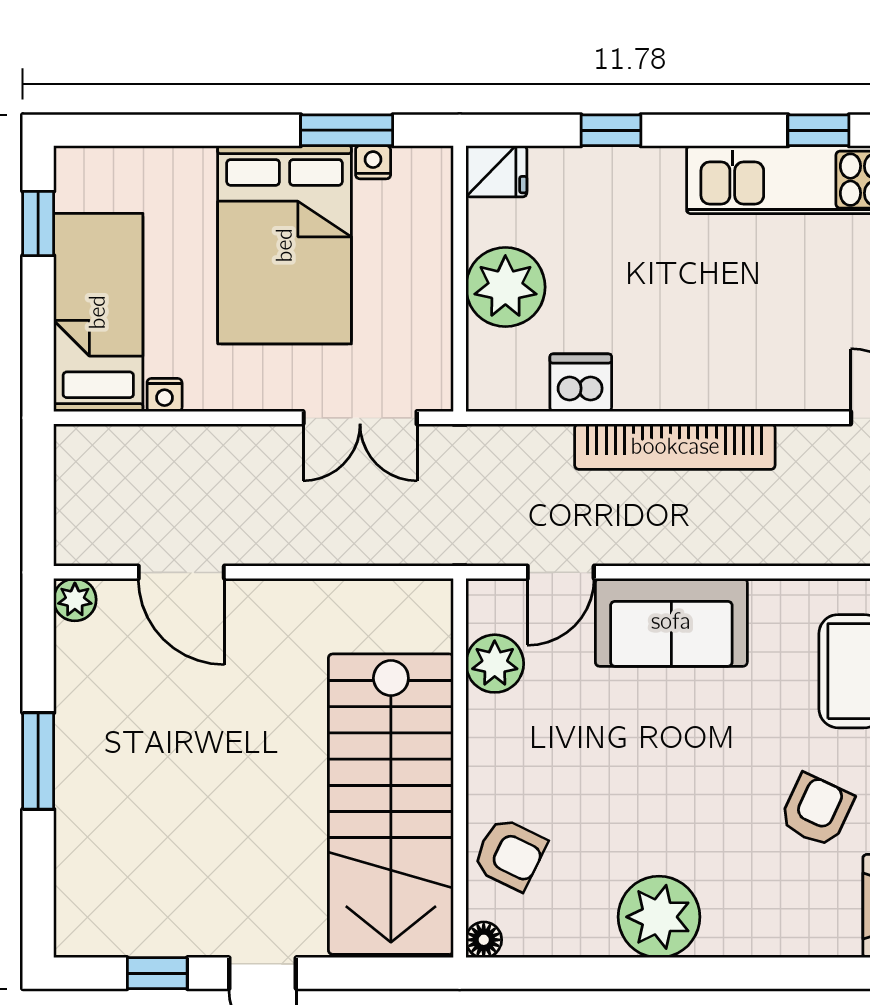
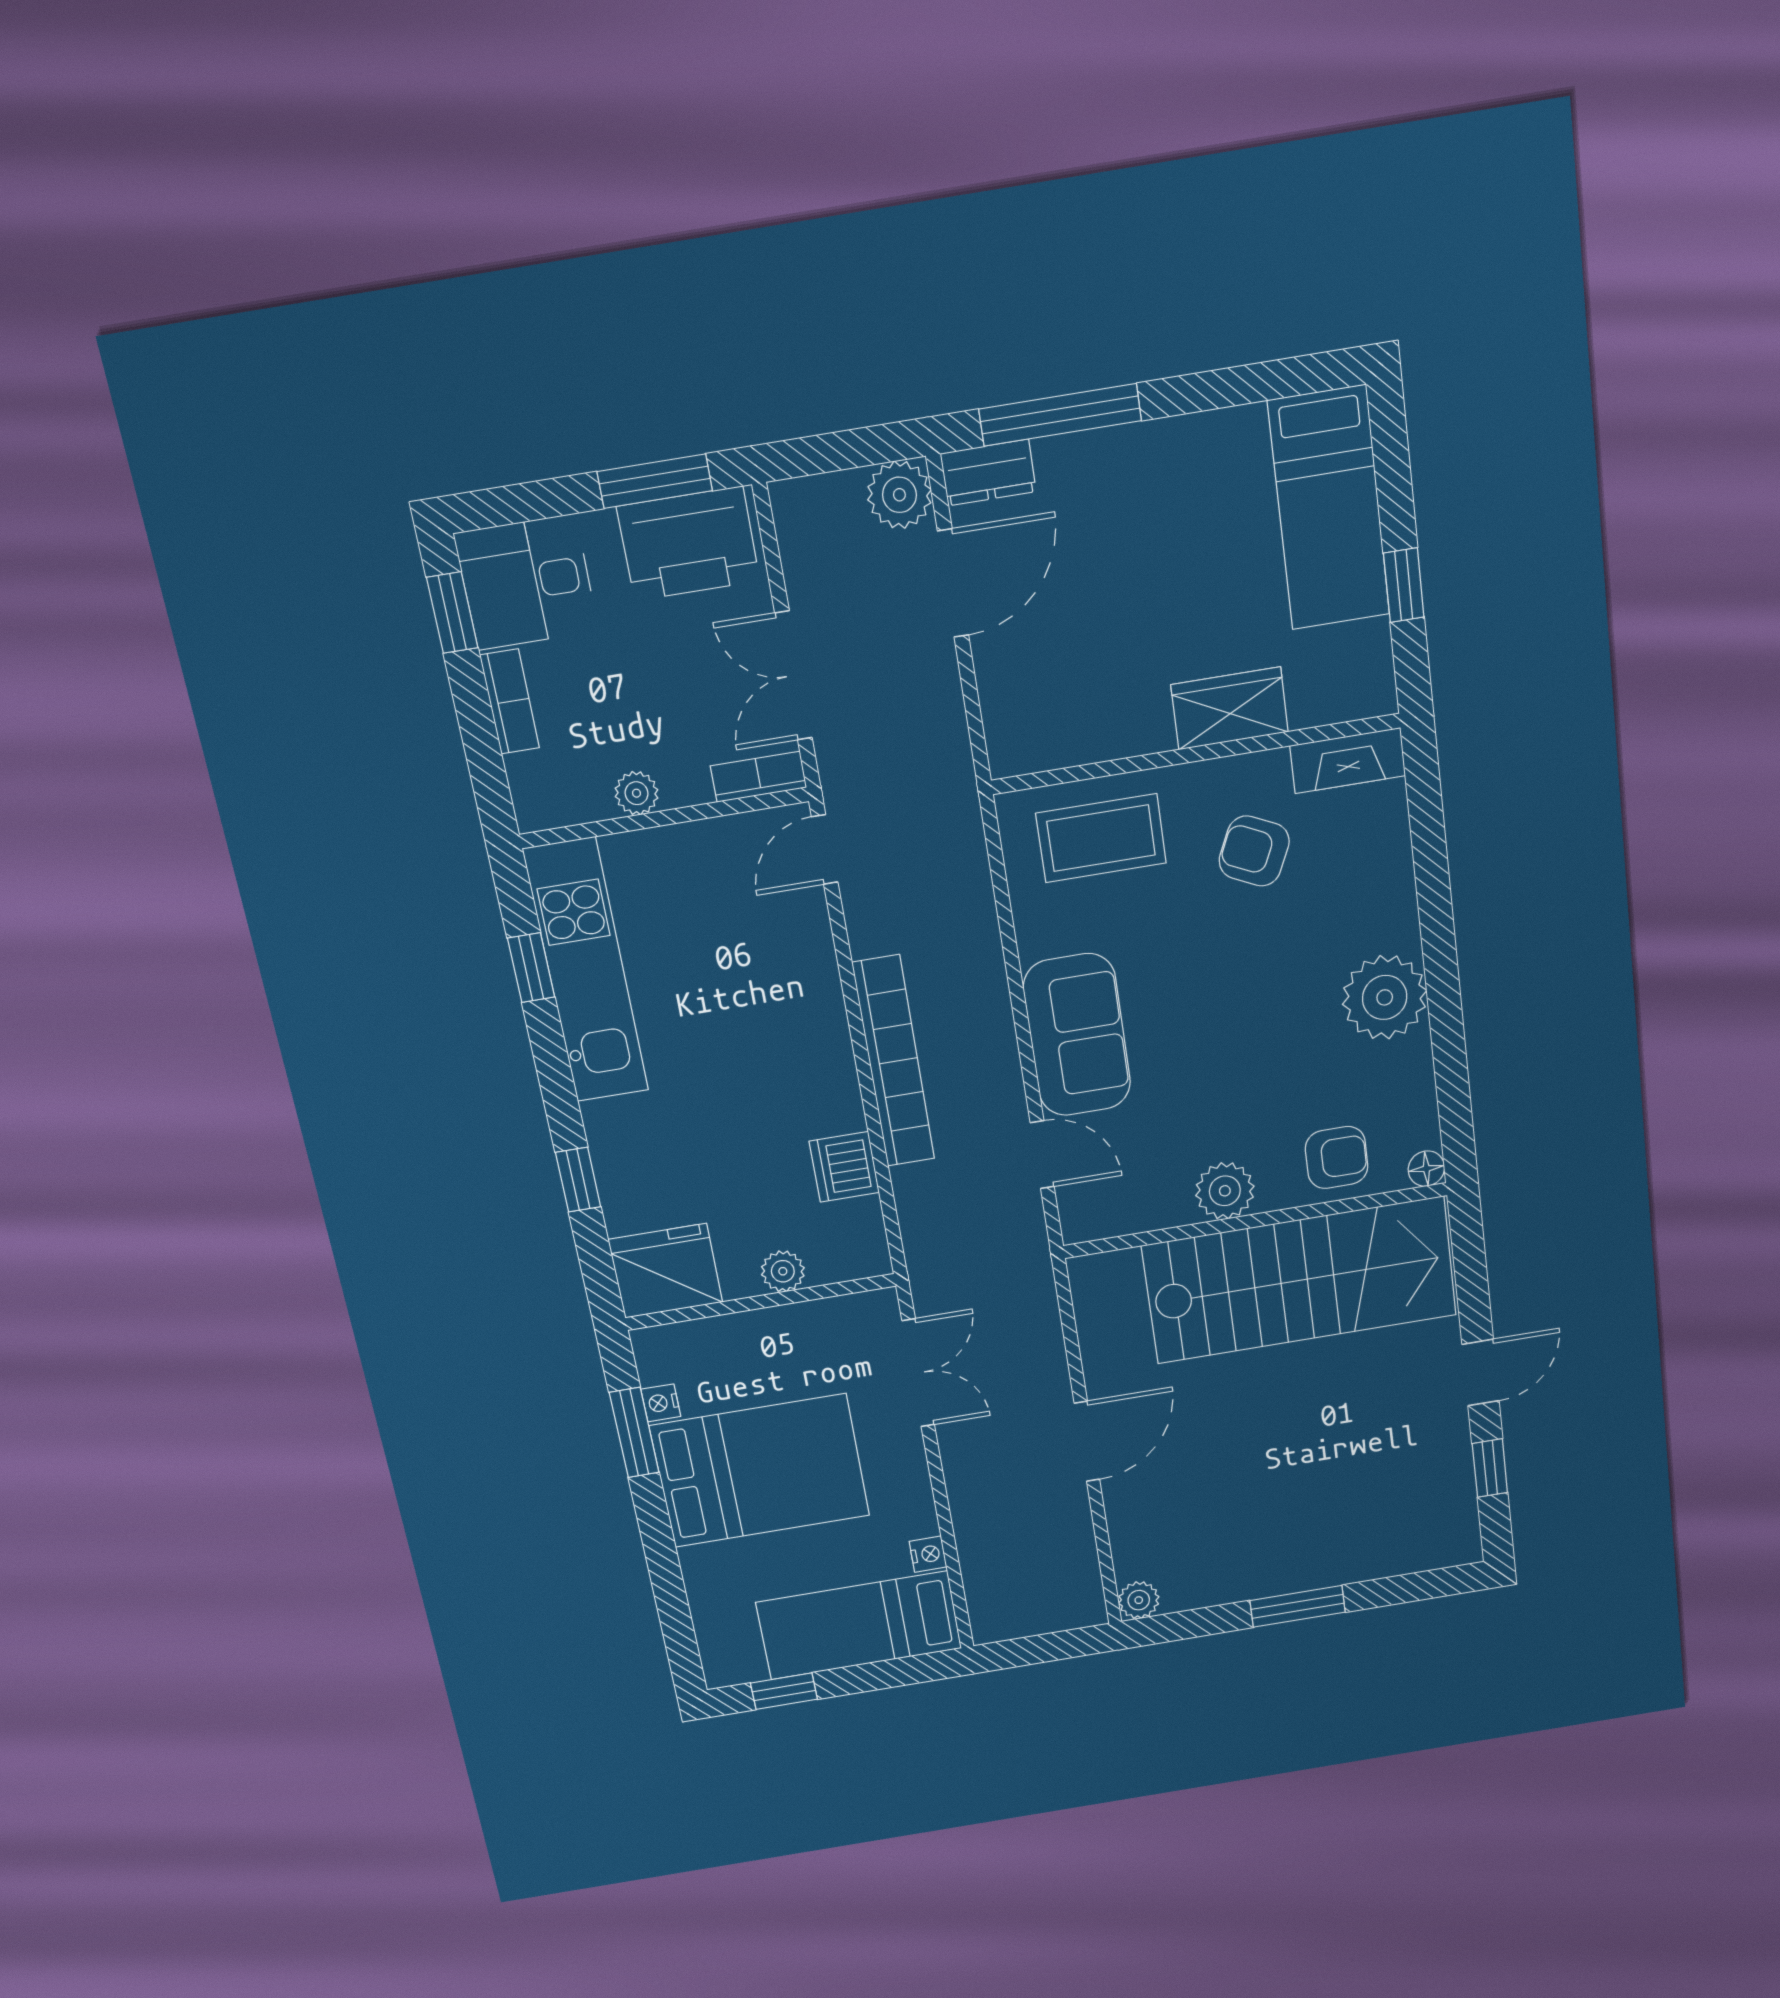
fridge: (496, 171) -> (666, 1271), width x1.88, depth x1.34
plant: (505, 287) -> (783, 1271), width x0.53, depth x0.53
door: (181, 572) -> (1087, 1441), moved
plant: (495, 664) -> (1225, 1191), moved
armchair: (510, 854) -> (1337, 1158), turned 64

